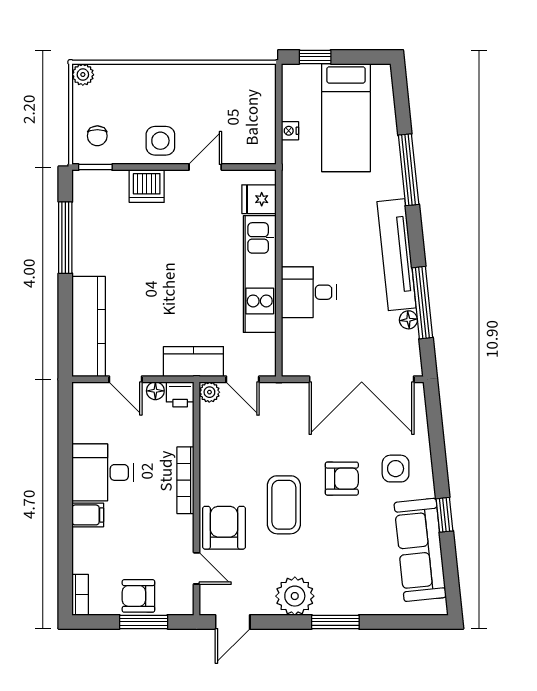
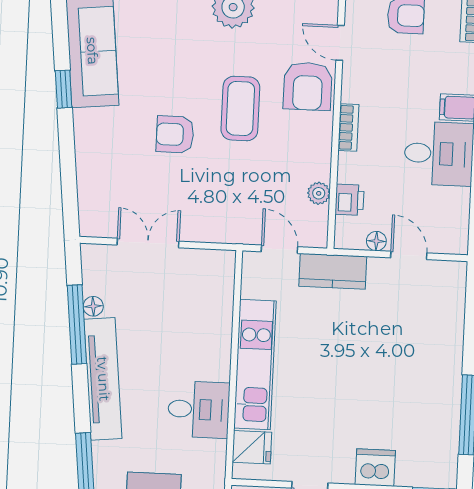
desk: (309, 292) -> (199, 409), moved
kitchen counter: (89, 326) -> (447, 316), removed
double door: (362, 379) -> (148, 243), width x0.54
plant: (209, 392) -> (319, 193), moved
printer: (180, 394) -> (349, 200), moved, turned 90
side table: (396, 469) -> (115, 143), removed
bookcase: (185, 480) -> (348, 127), width x0.64

